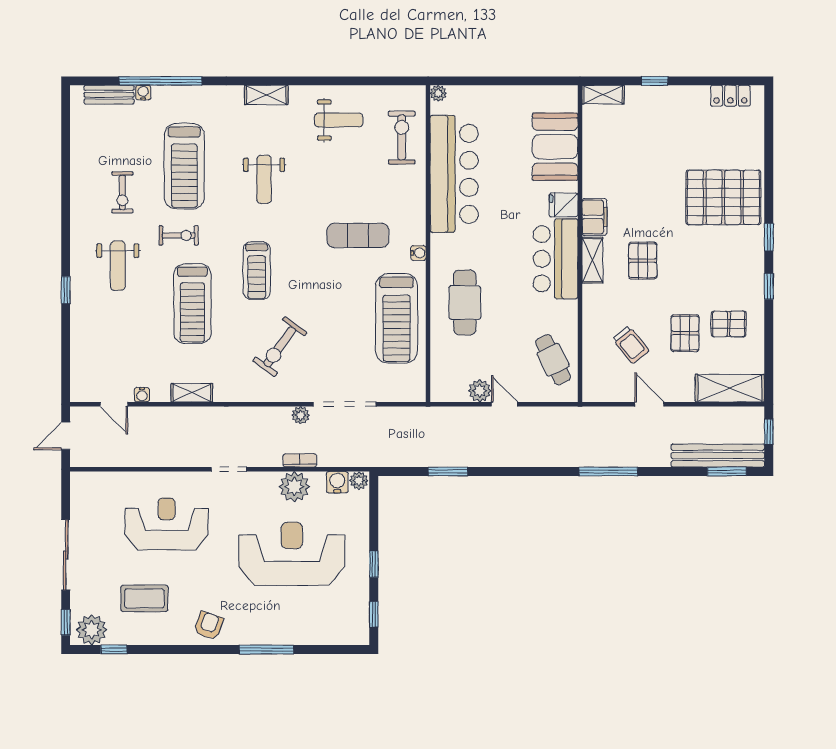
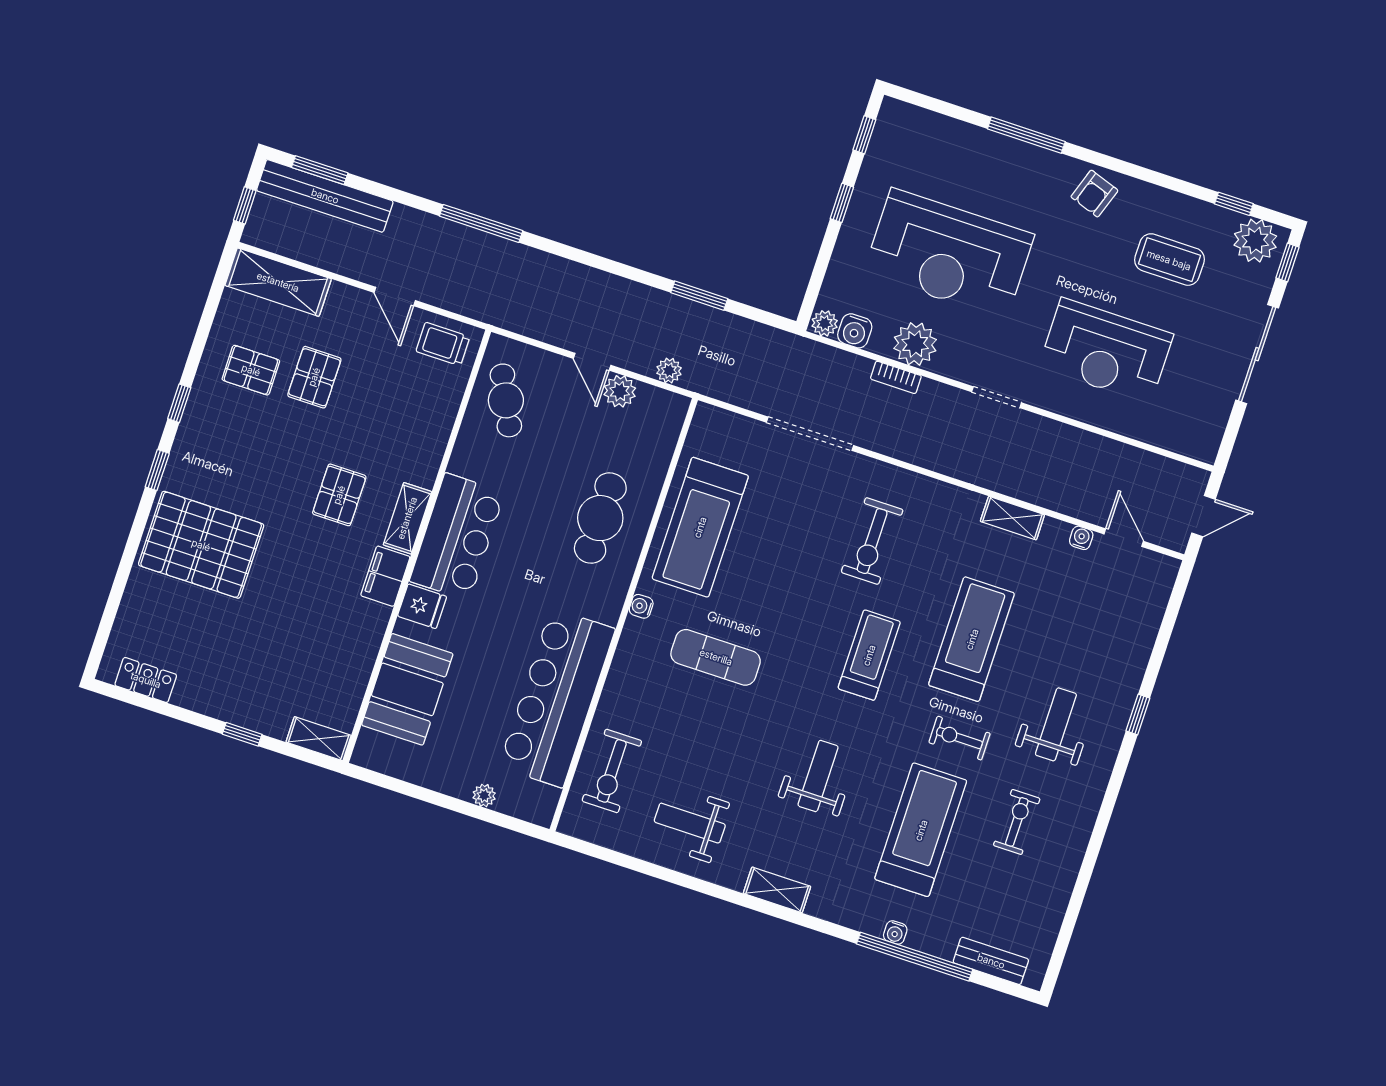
water cooler: (143, 93) -> (895, 932), moved
plant: (438, 93) -> (484, 795), moved
treadmill: (397, 318) -> (700, 527), turned 180
trolley: (631, 345) -> (443, 344), moved, turned -51
exercise bike: (280, 347) -> (872, 541), turned 144
plant: (301, 415) -> (669, 371), moved

